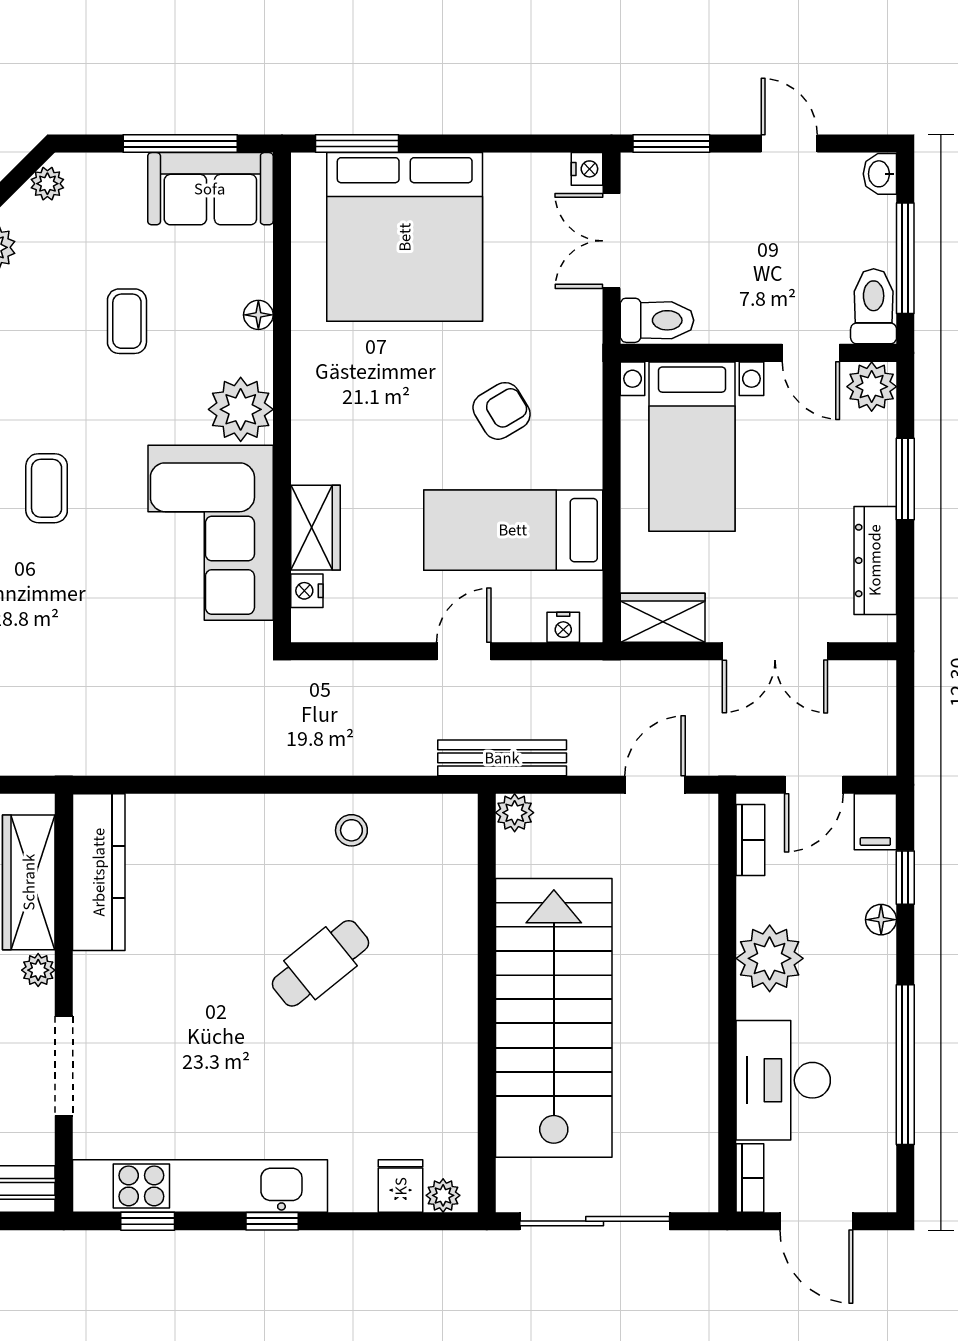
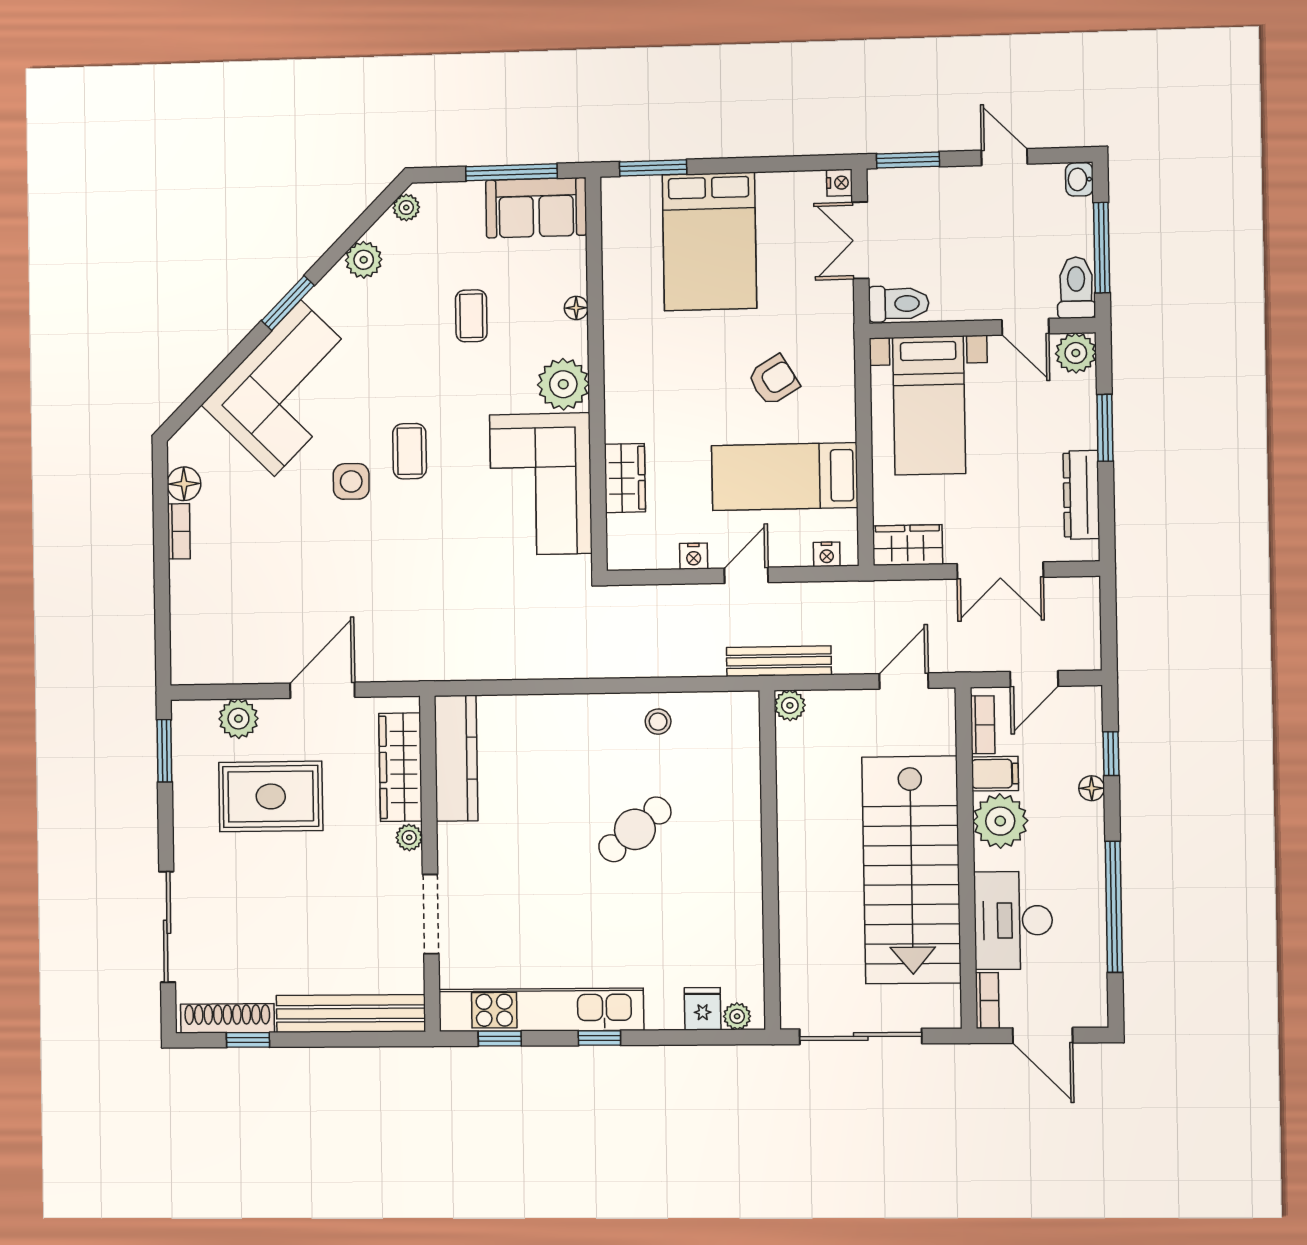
bed: (405, 237) -> (709, 241), width x0.73
nightstand: (307, 591) -> (694, 556), moved, turned -90
filing cabinet: (875, 822) -> (995, 774), moved, turned -90
stairs: (554, 1018) -> (911, 870), moved, turned 180

